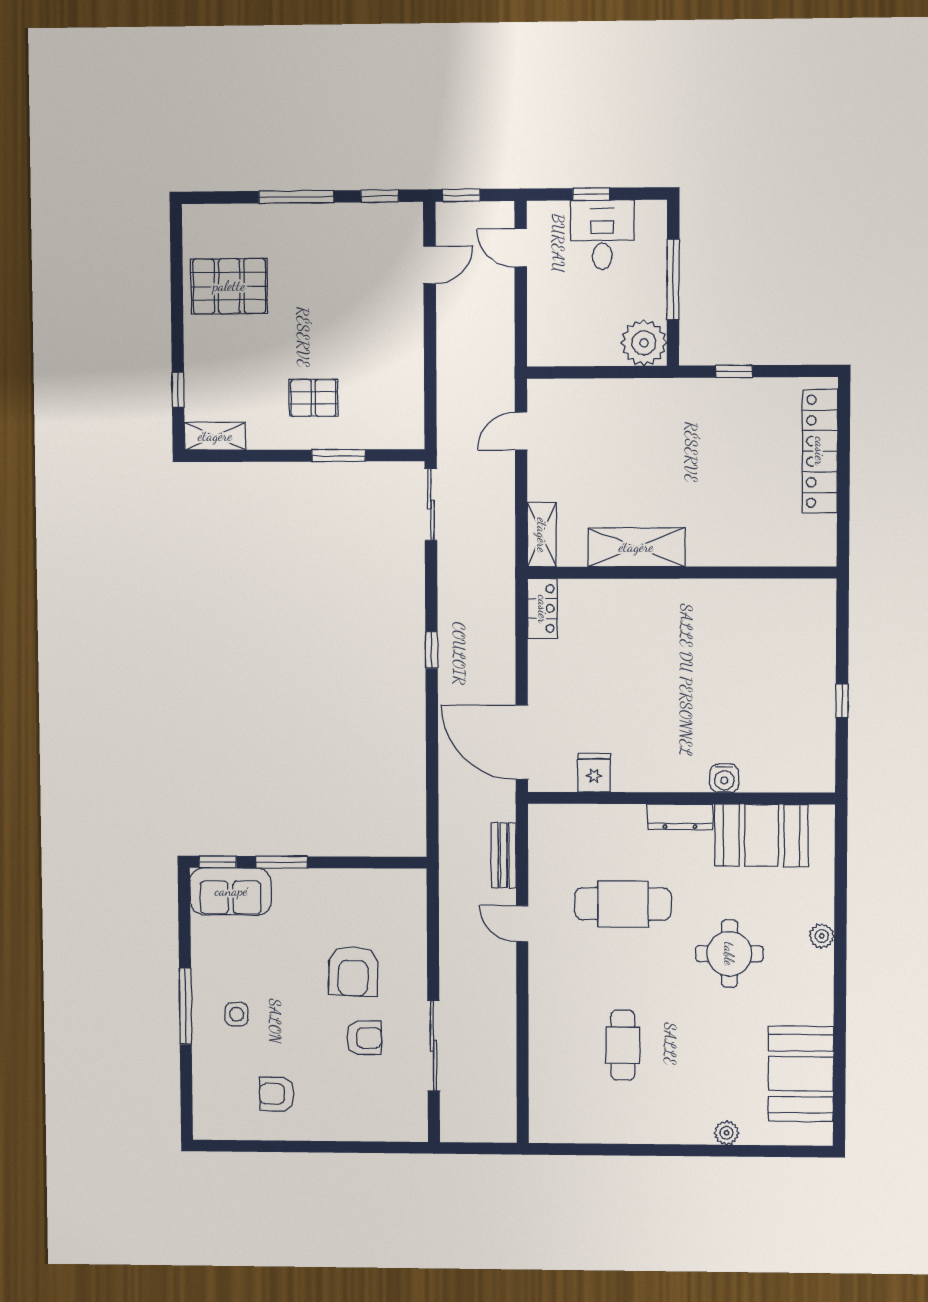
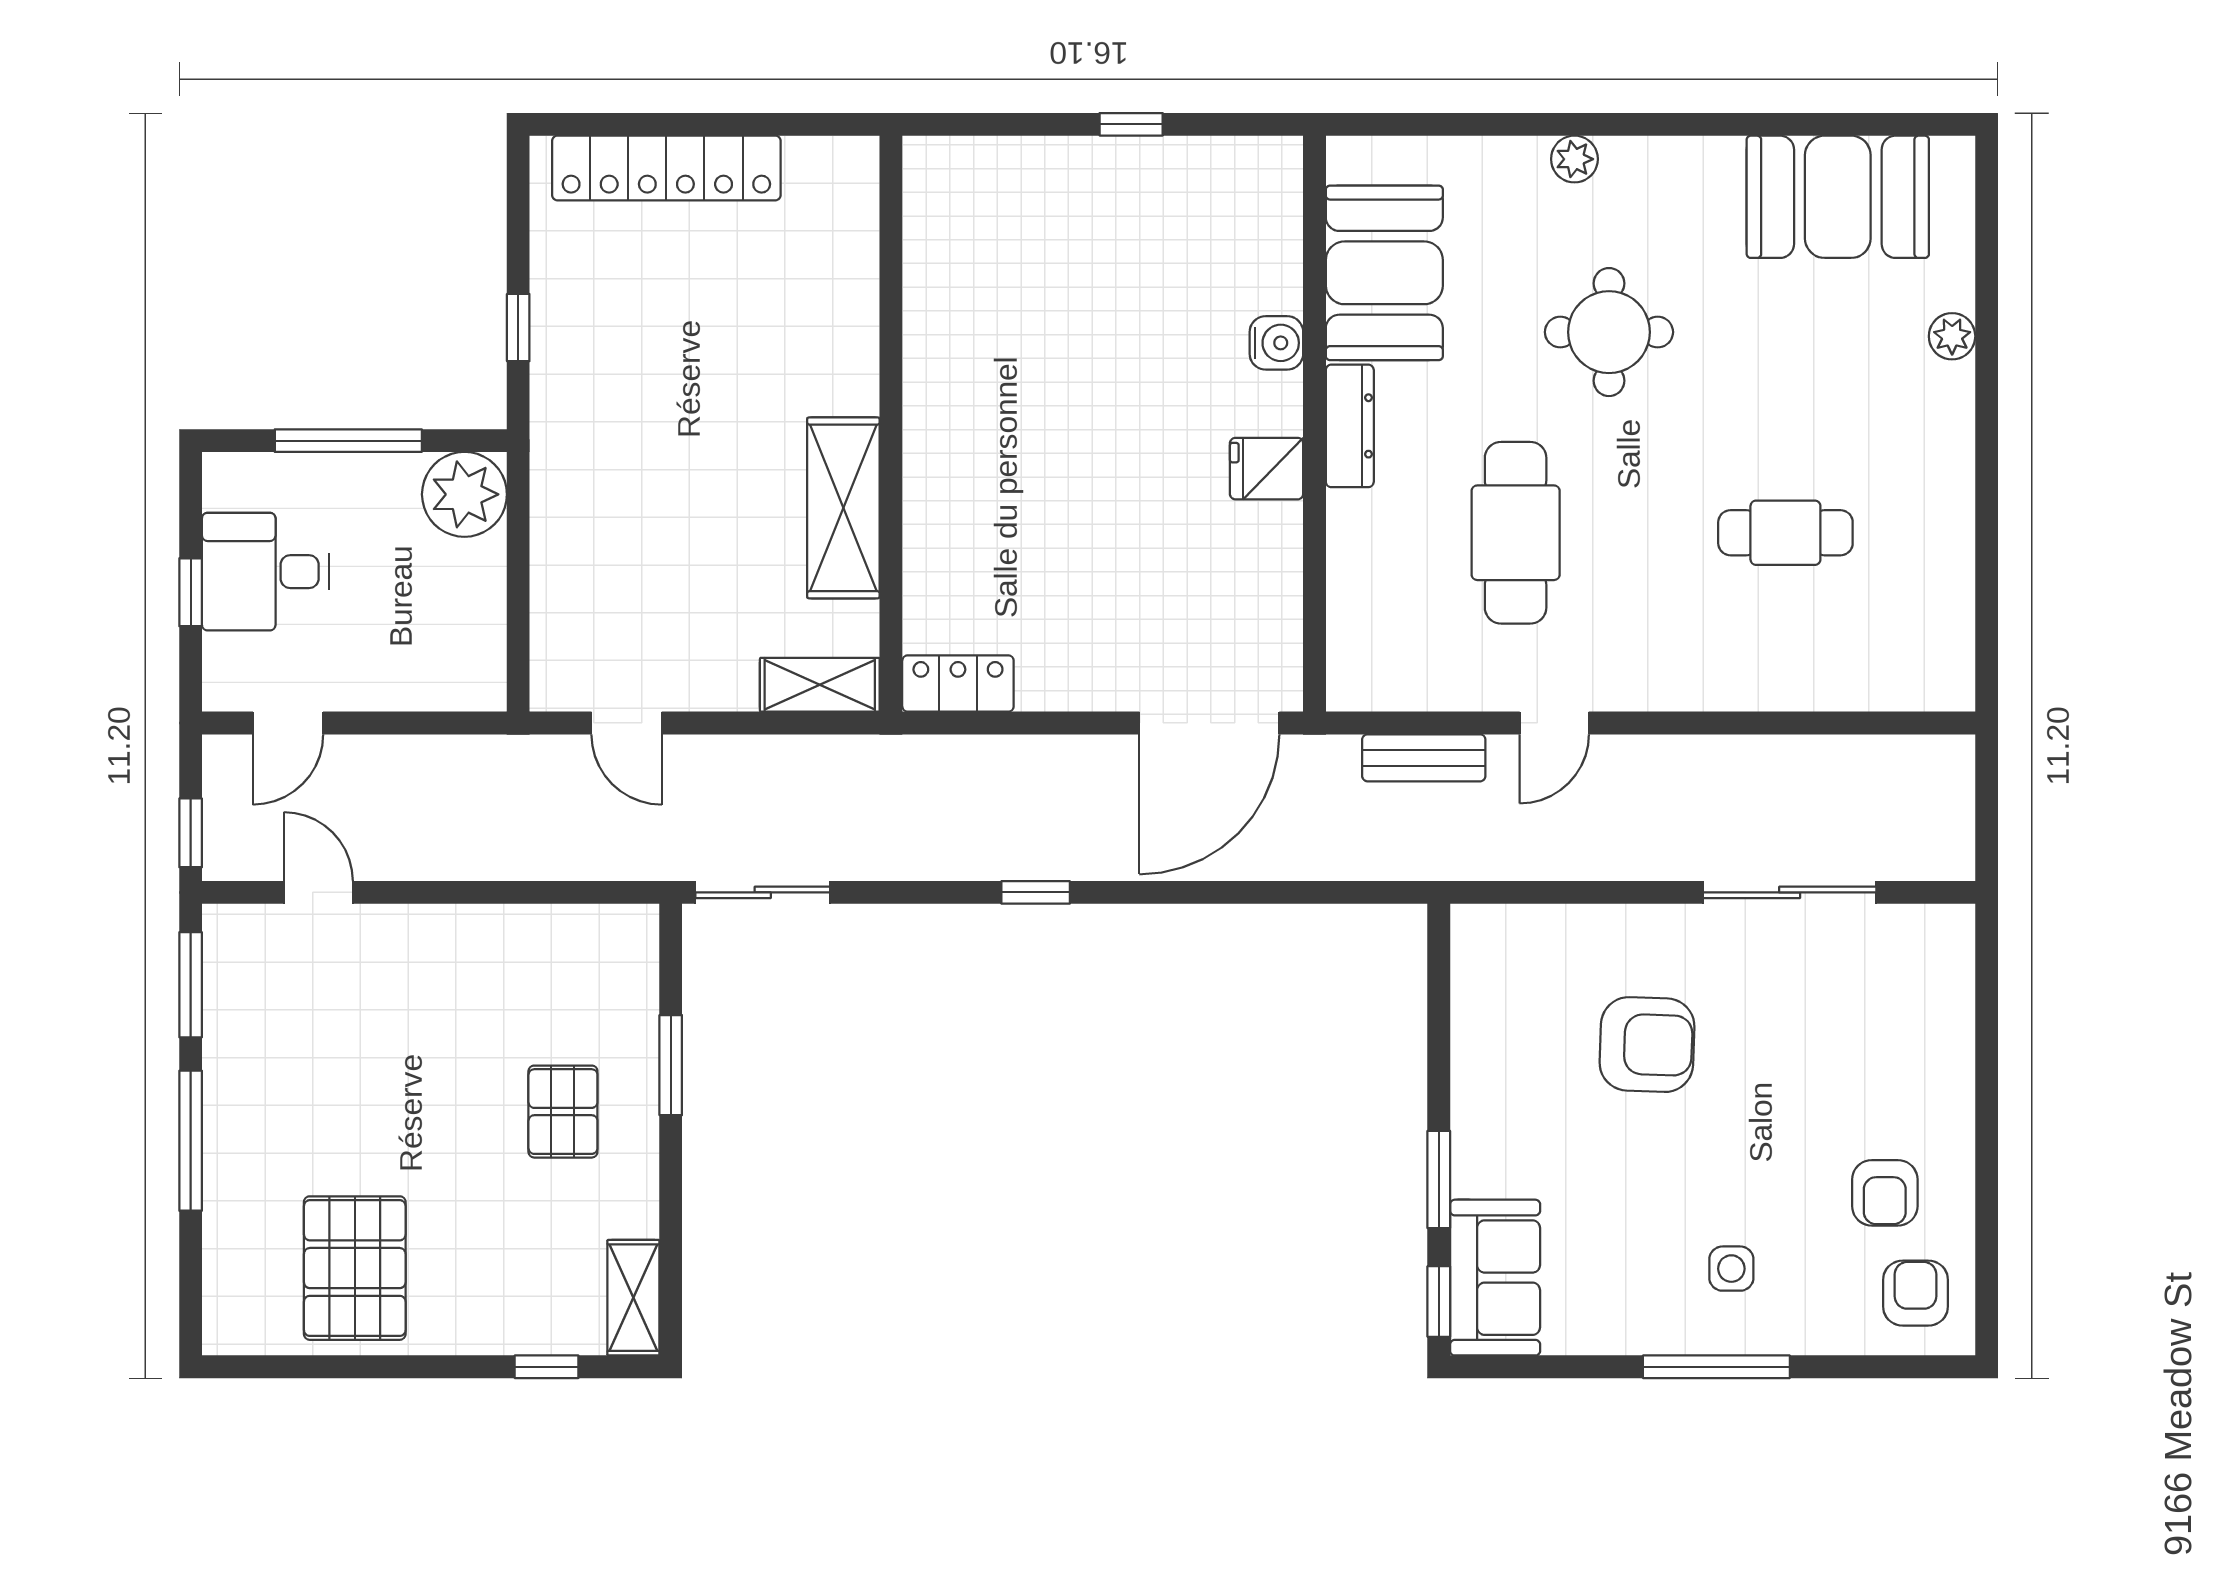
window: (380, 196) -> (191, 985), width x1.50
fridge: (594, 773) -> (1267, 469), moved
armchair: (364, 1038) -> (1915, 1293), moved

